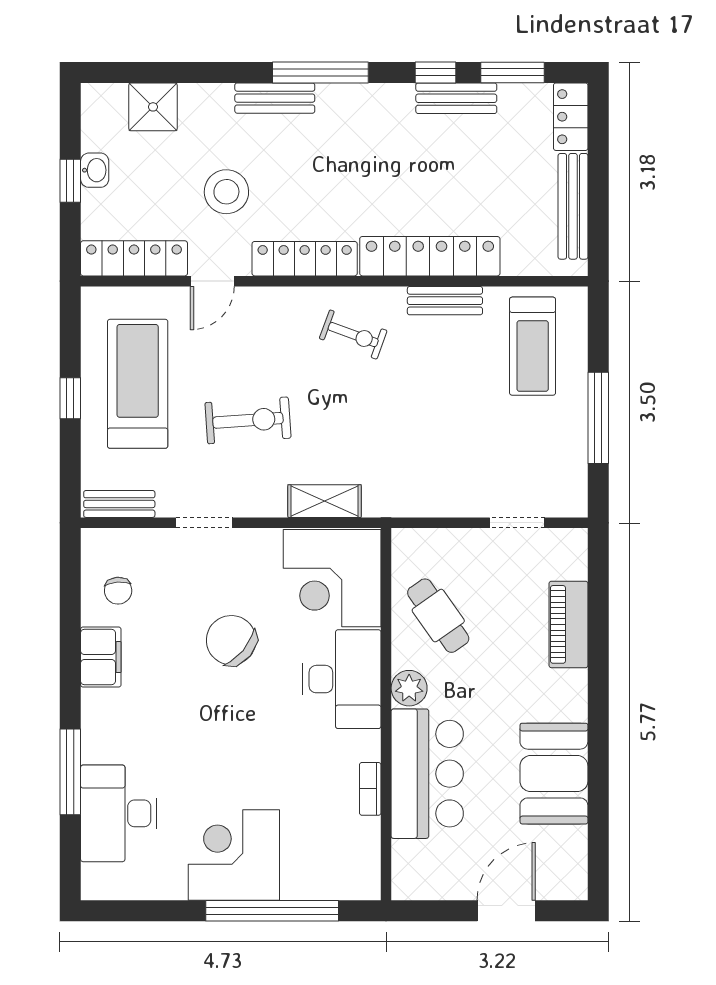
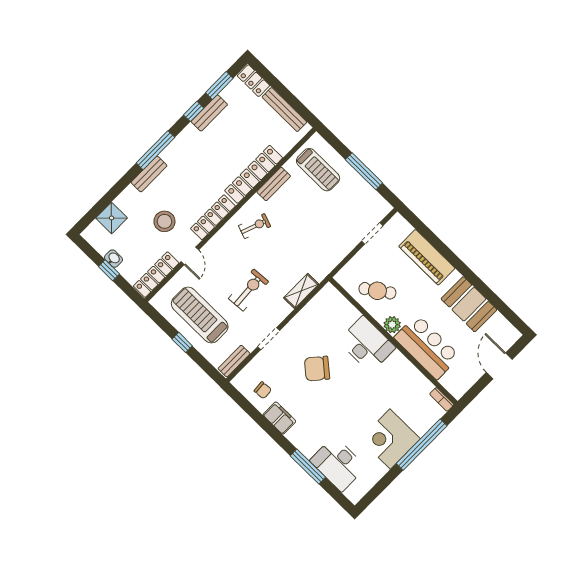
corner desk: (332, 578) -> (330, 314), removed
piano: (568, 624) -> (427, 257), width x1.37, depth x1.33
bookcase: (370, 789) -> (442, 399), moved

